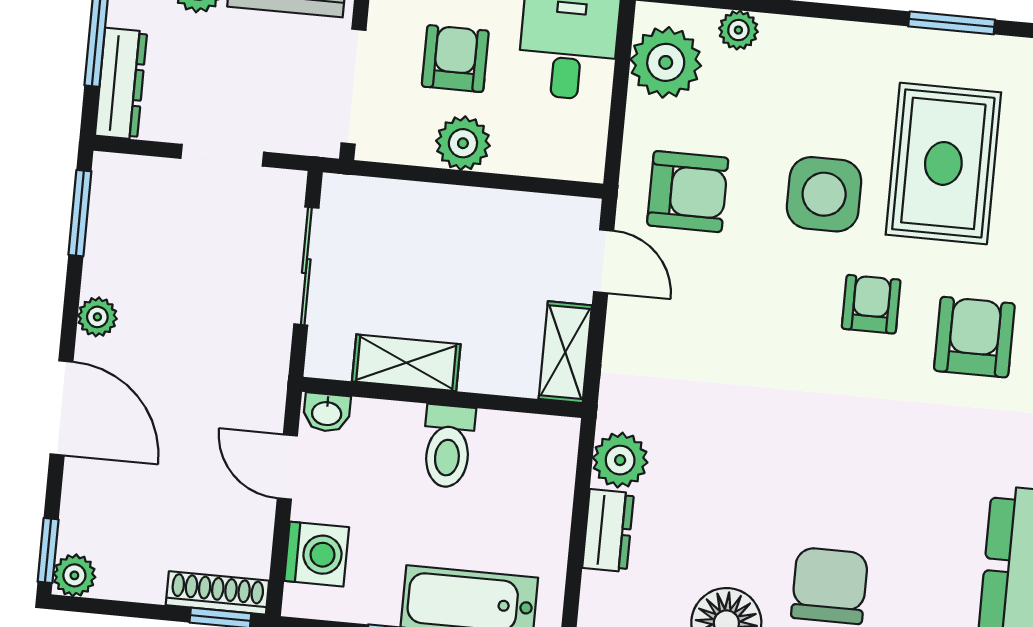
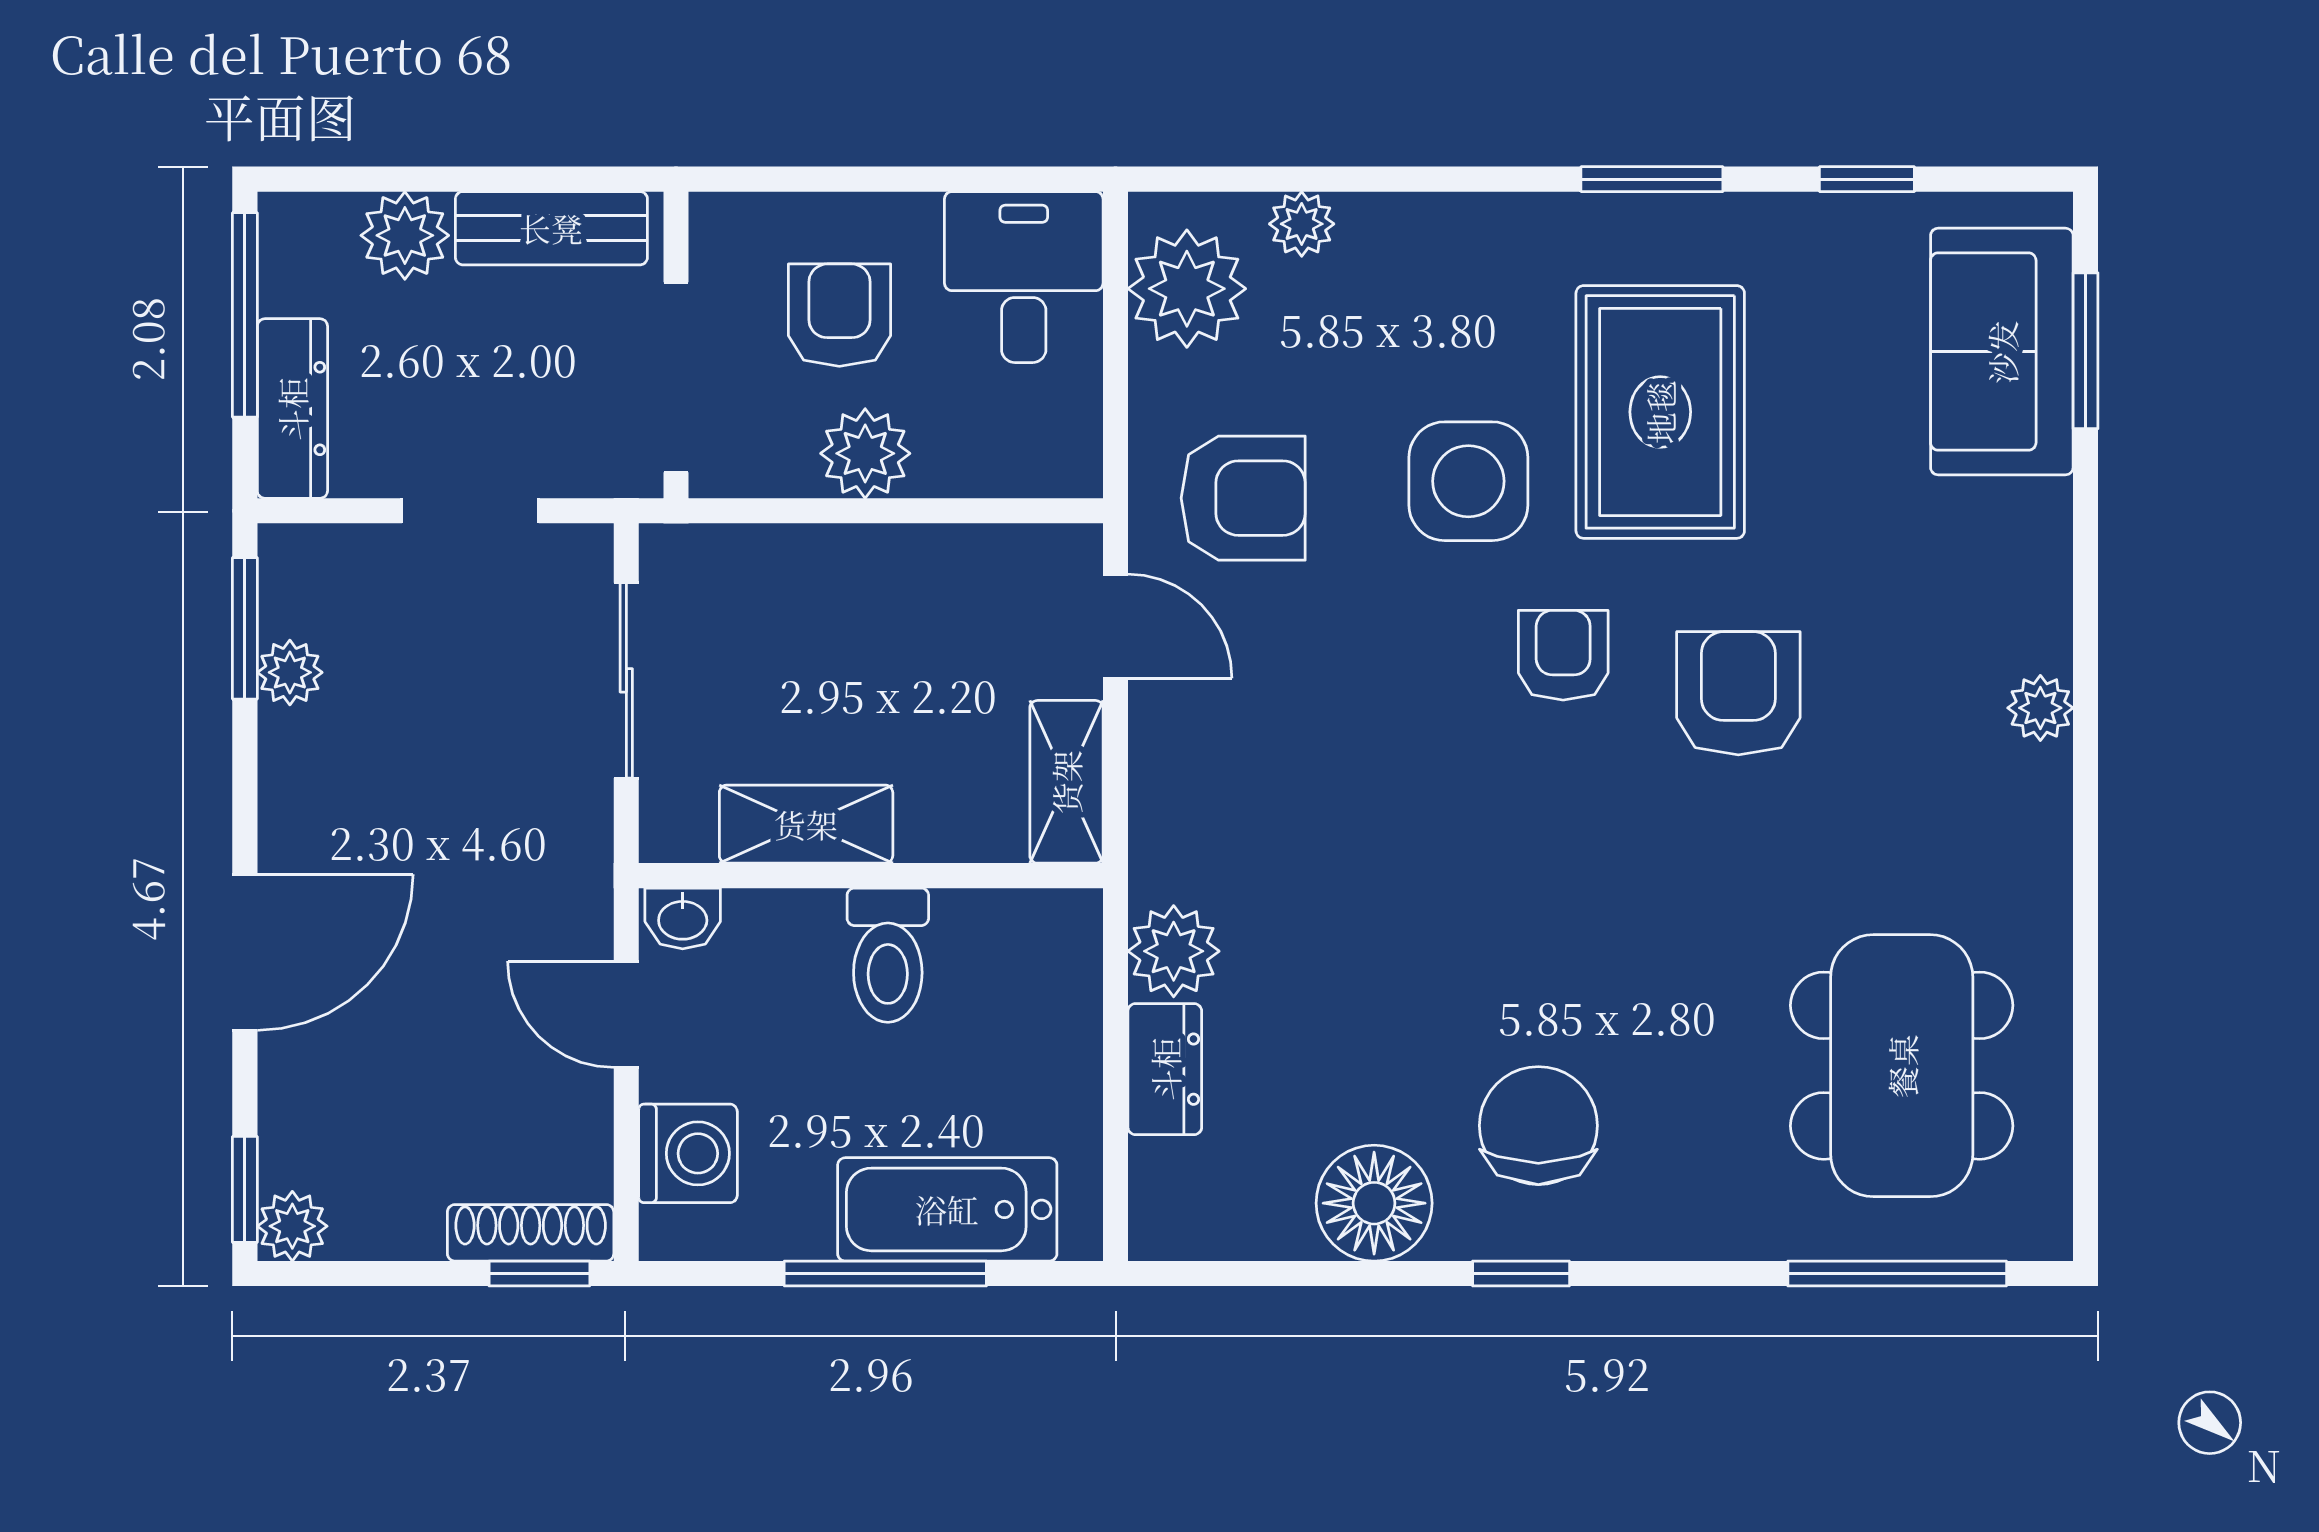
plant: (97, 317) -> (290, 672), moved
door: (61, 408) -> (245, 952), hinge flipped

